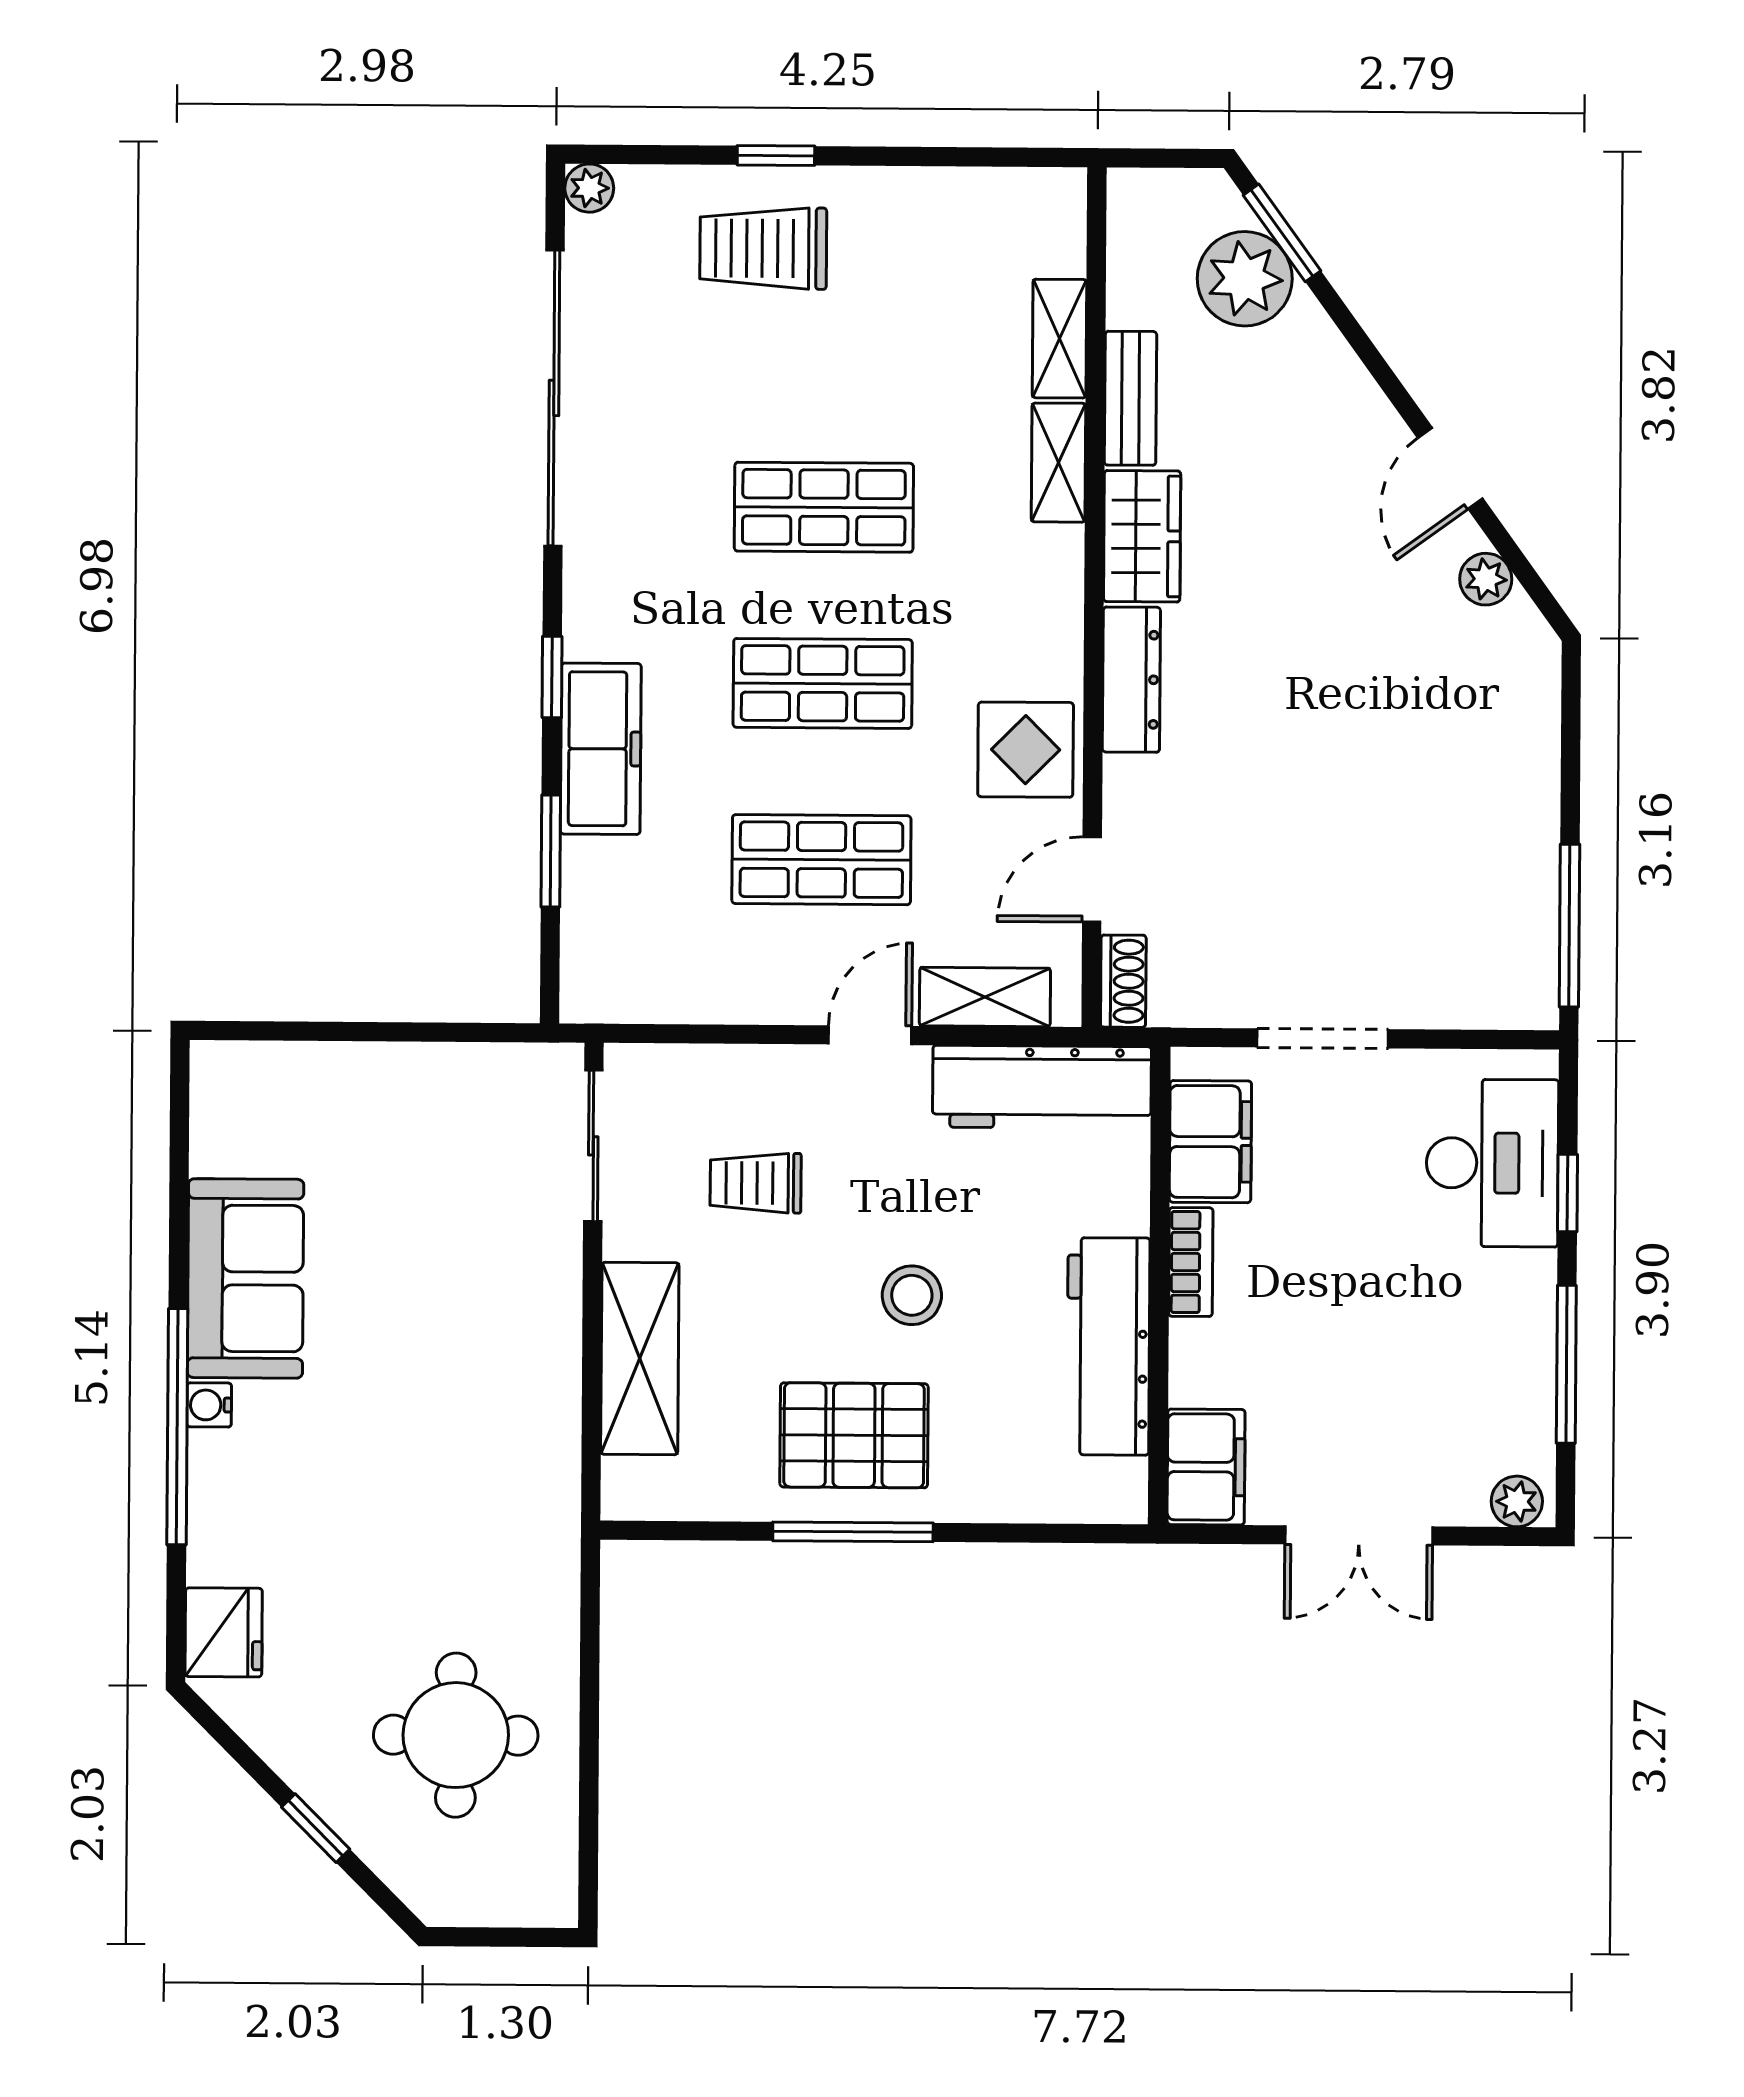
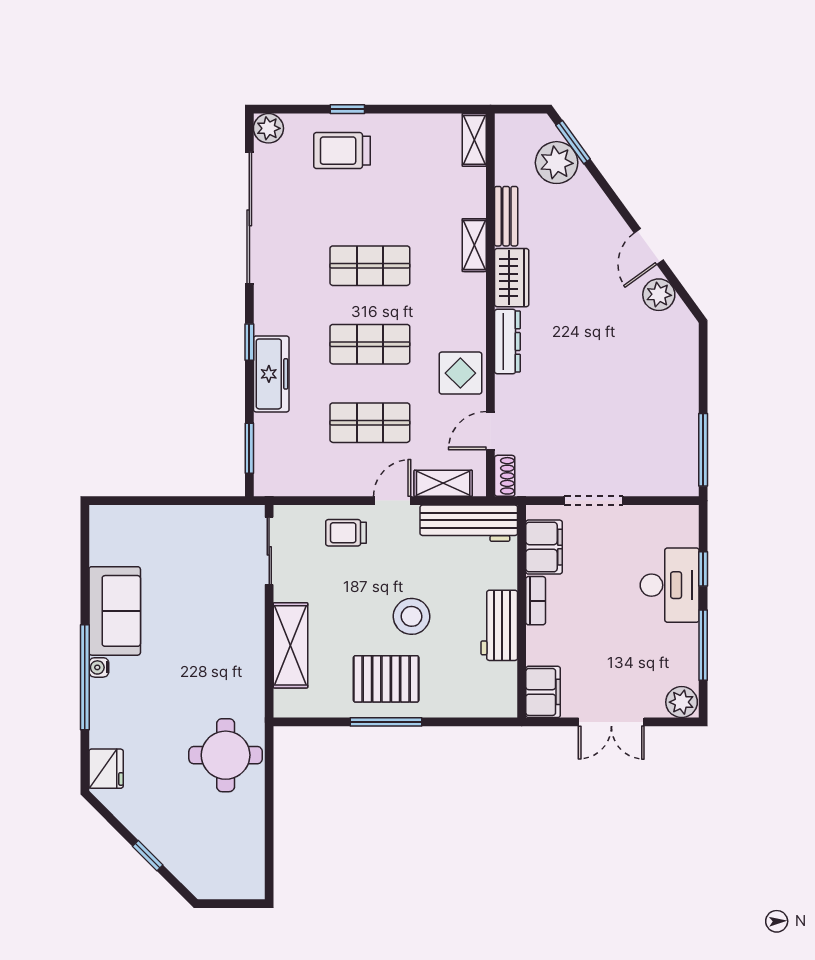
plant: (589, 188) -> (268, 128), width x1.38, depth x1.38
shelving: (1059, 339) -> (474, 140), moved
plant: (1486, 579) -> (659, 295), width x1.38, depth x1.38
window: (551, 851) -> (249, 448), moved
desk: (1492, 1163) -> (670, 585), moved
trolley: (756, 1183) -> (346, 533), moved
stool: (912, 1295) -> (412, 616), width x1.38, depth x1.38
workbench: (1108, 1346) -> (499, 625), width x0.73
plant: (1517, 1501) -> (682, 702), width x1.38, depth x1.38
round table: (456, 1735) -> (226, 755), moved

